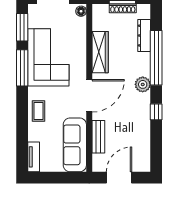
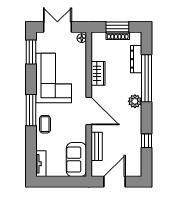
wardrobe: (100, 52) -> (98, 73), width x0.67
window: (22, 68) -> (31, 110), moved
door: (89, 96) -> (89, 111), hinge flipped
window: (156, 112) -> (146, 141), moved
sofa: (75, 145) -> (76, 160), width x0.73

